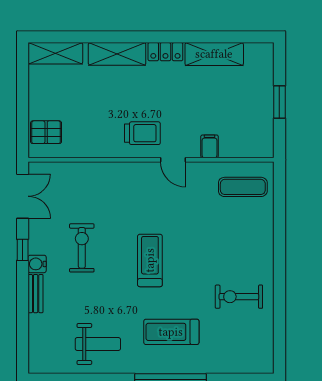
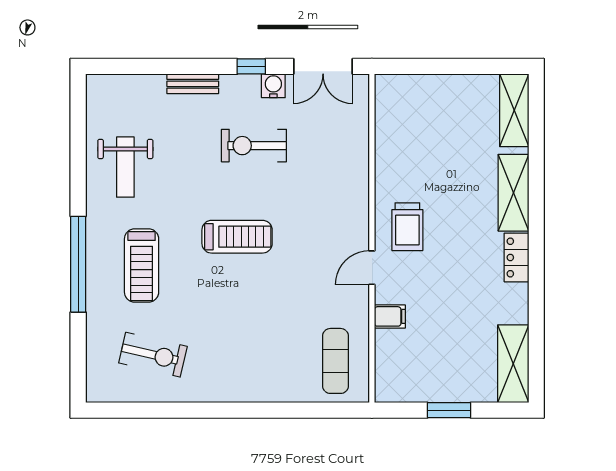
shelving: (214, 54) -> (513, 364), moved
pallet: (46, 132) -> (409, 98), removed
exercise bike: (82, 248) -> (254, 146), turned 180
water cooler: (37, 264) -> (273, 86), moved
exercise bike: (239, 297) -> (153, 355), moved, turned 103
treadmill: (171, 332) -> (142, 265), turned 180

